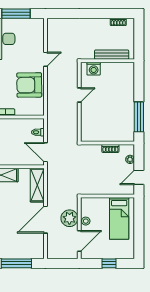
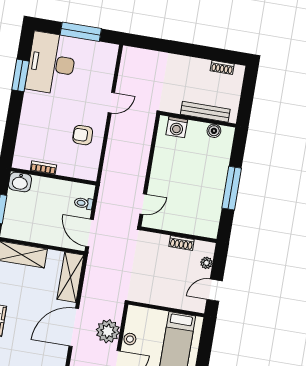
boiler: (120, 67) -> (214, 131), added
armchair: (29, 85) -> (83, 135), width x0.53, depth x0.53
door: (79, 95) -> (143, 204), moved
window: (139, 117) -> (232, 188), moved

